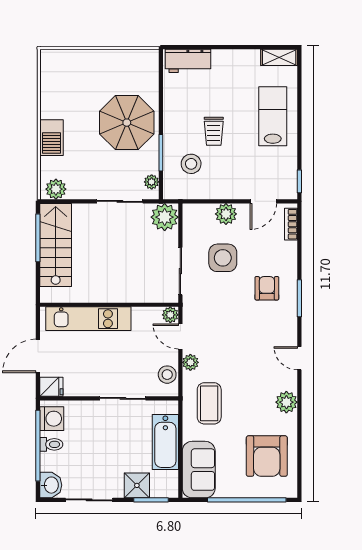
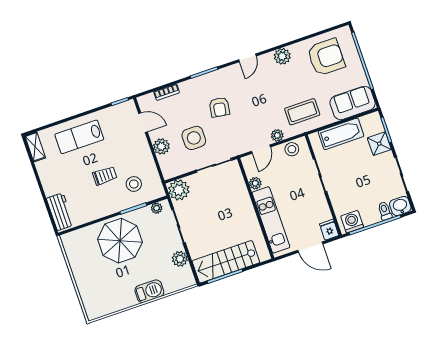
plant: (56, 189) -> (180, 259), moved
bookcase: (291, 224) -> (167, 92), moved
armchair: (267, 288) -> (219, 107), moved, turned -81
plant: (170, 315) -> (255, 183), moved
toilet: (51, 444) -> (385, 211), moved

